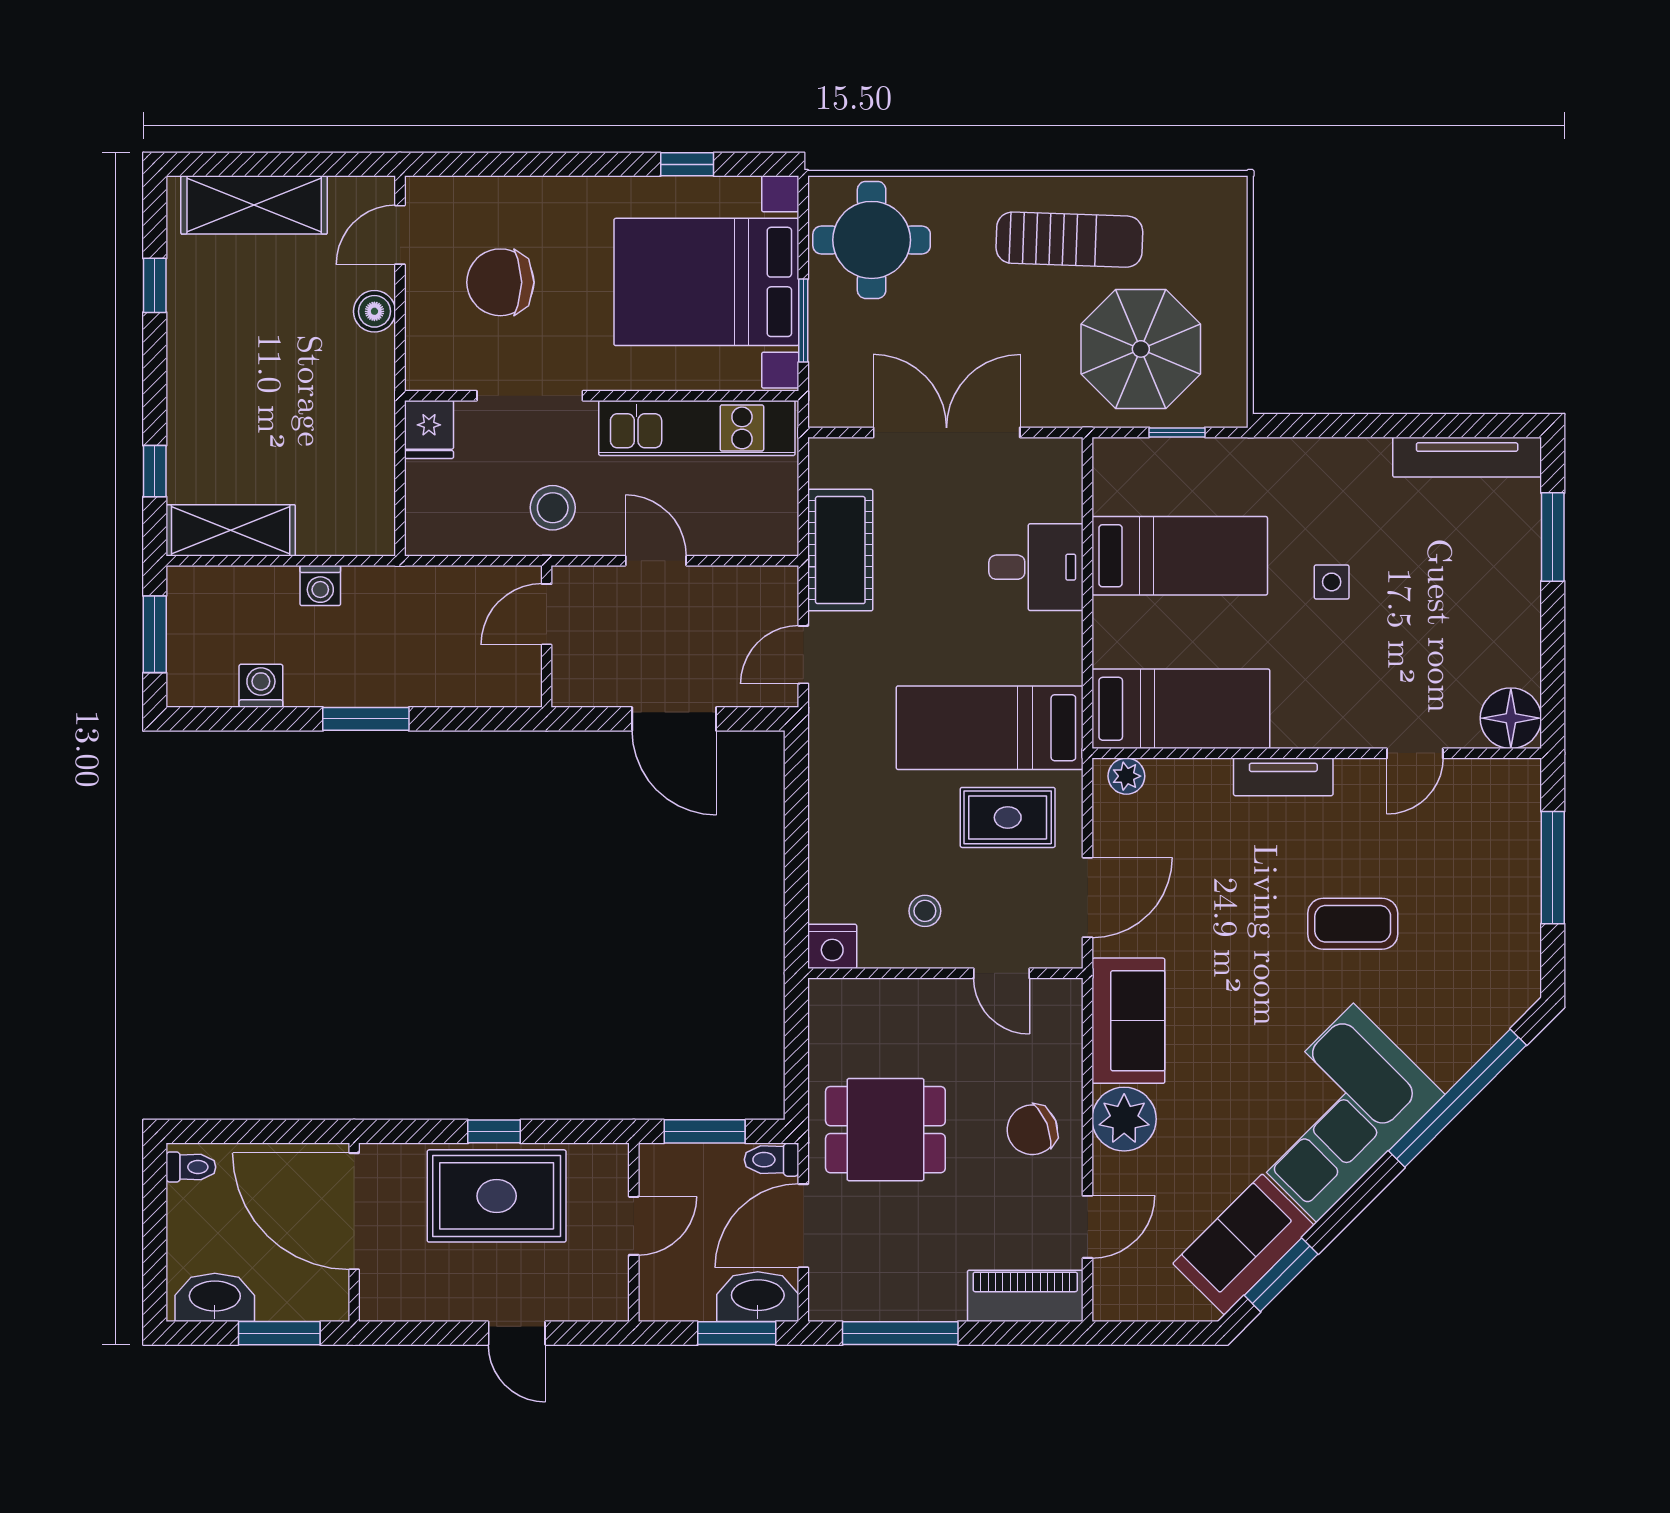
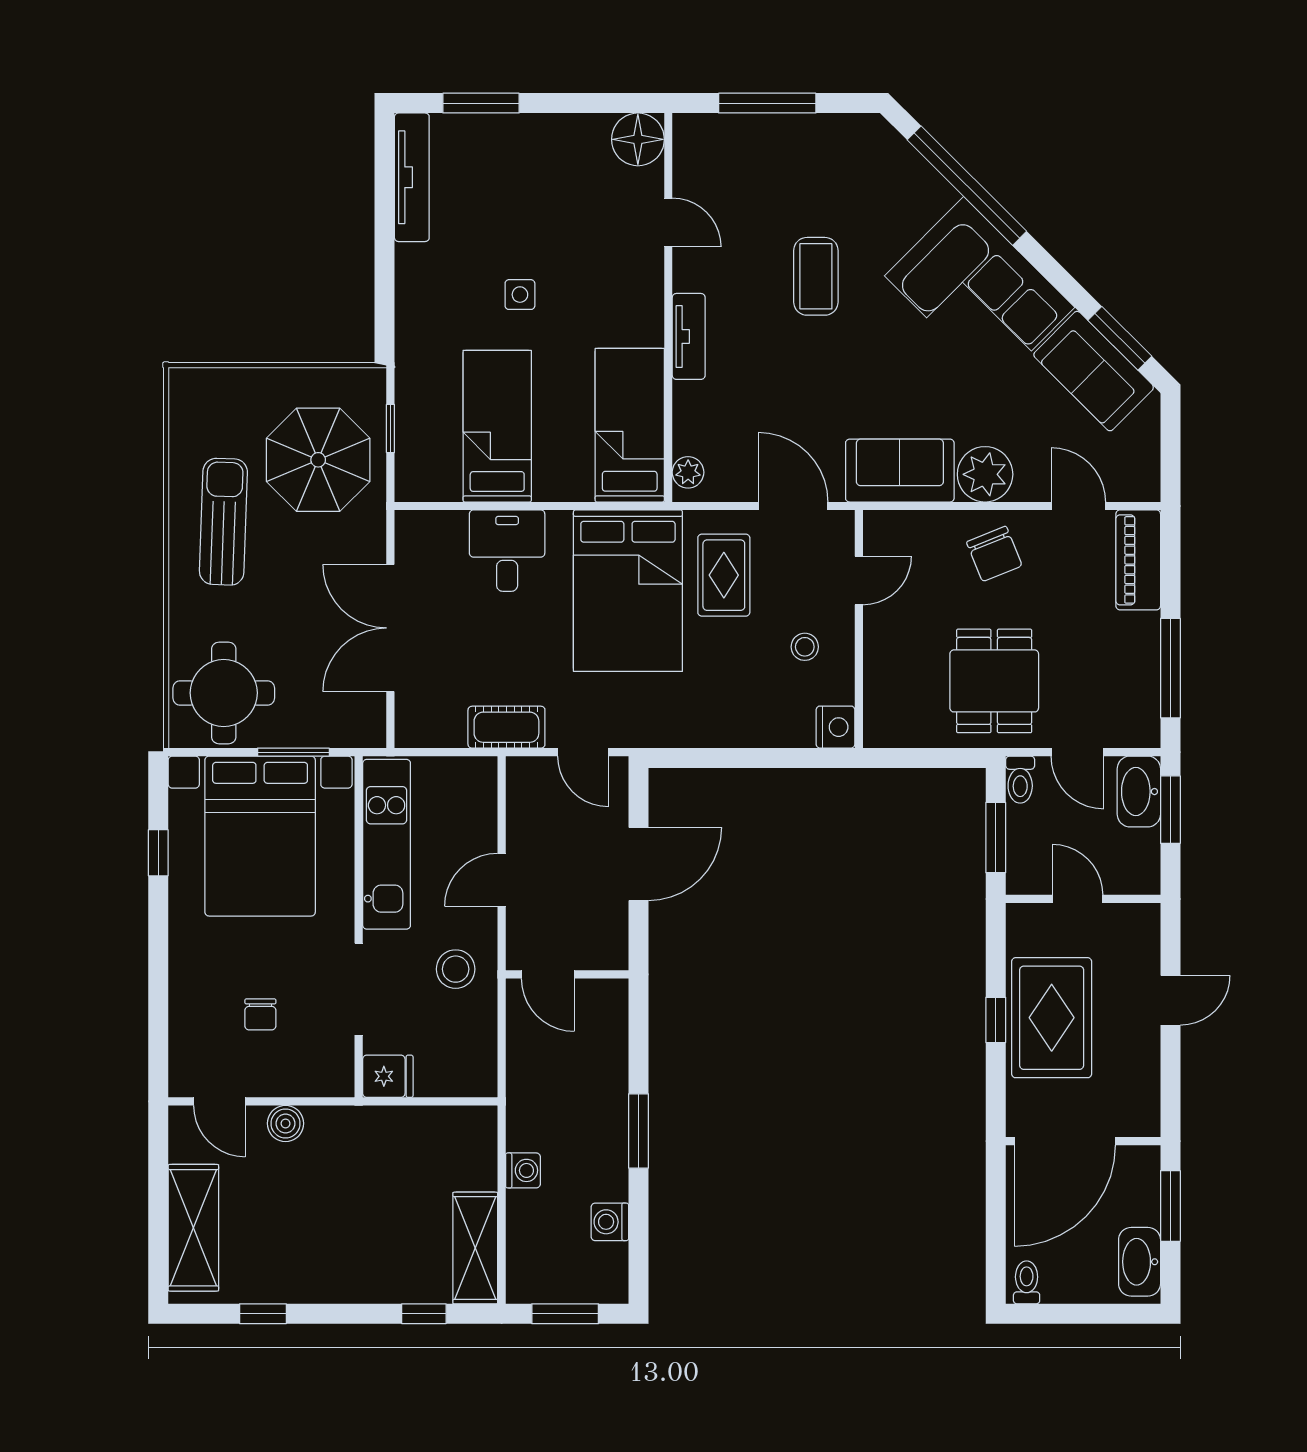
chair: (500, 282) -> (260, 1014), width x0.54, depth x0.54
cot: (840, 550) -> (506, 727), width x0.73, depth x0.75
bed: (990, 728) -> (628, 591), width x1.50
door: (803, 1226) -> (1077, 752), width x0.73

